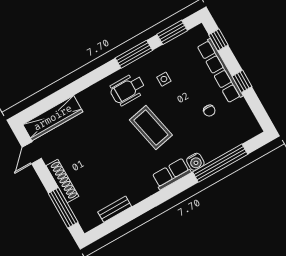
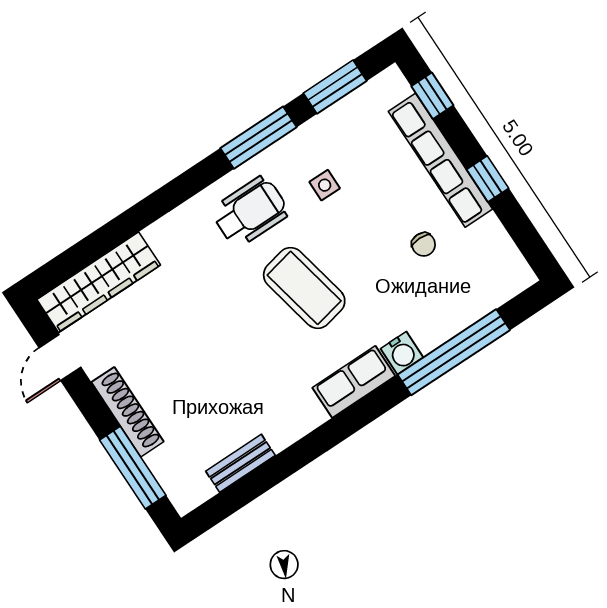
wheelchair: (128, 89) -> (250, 212), turned 180

